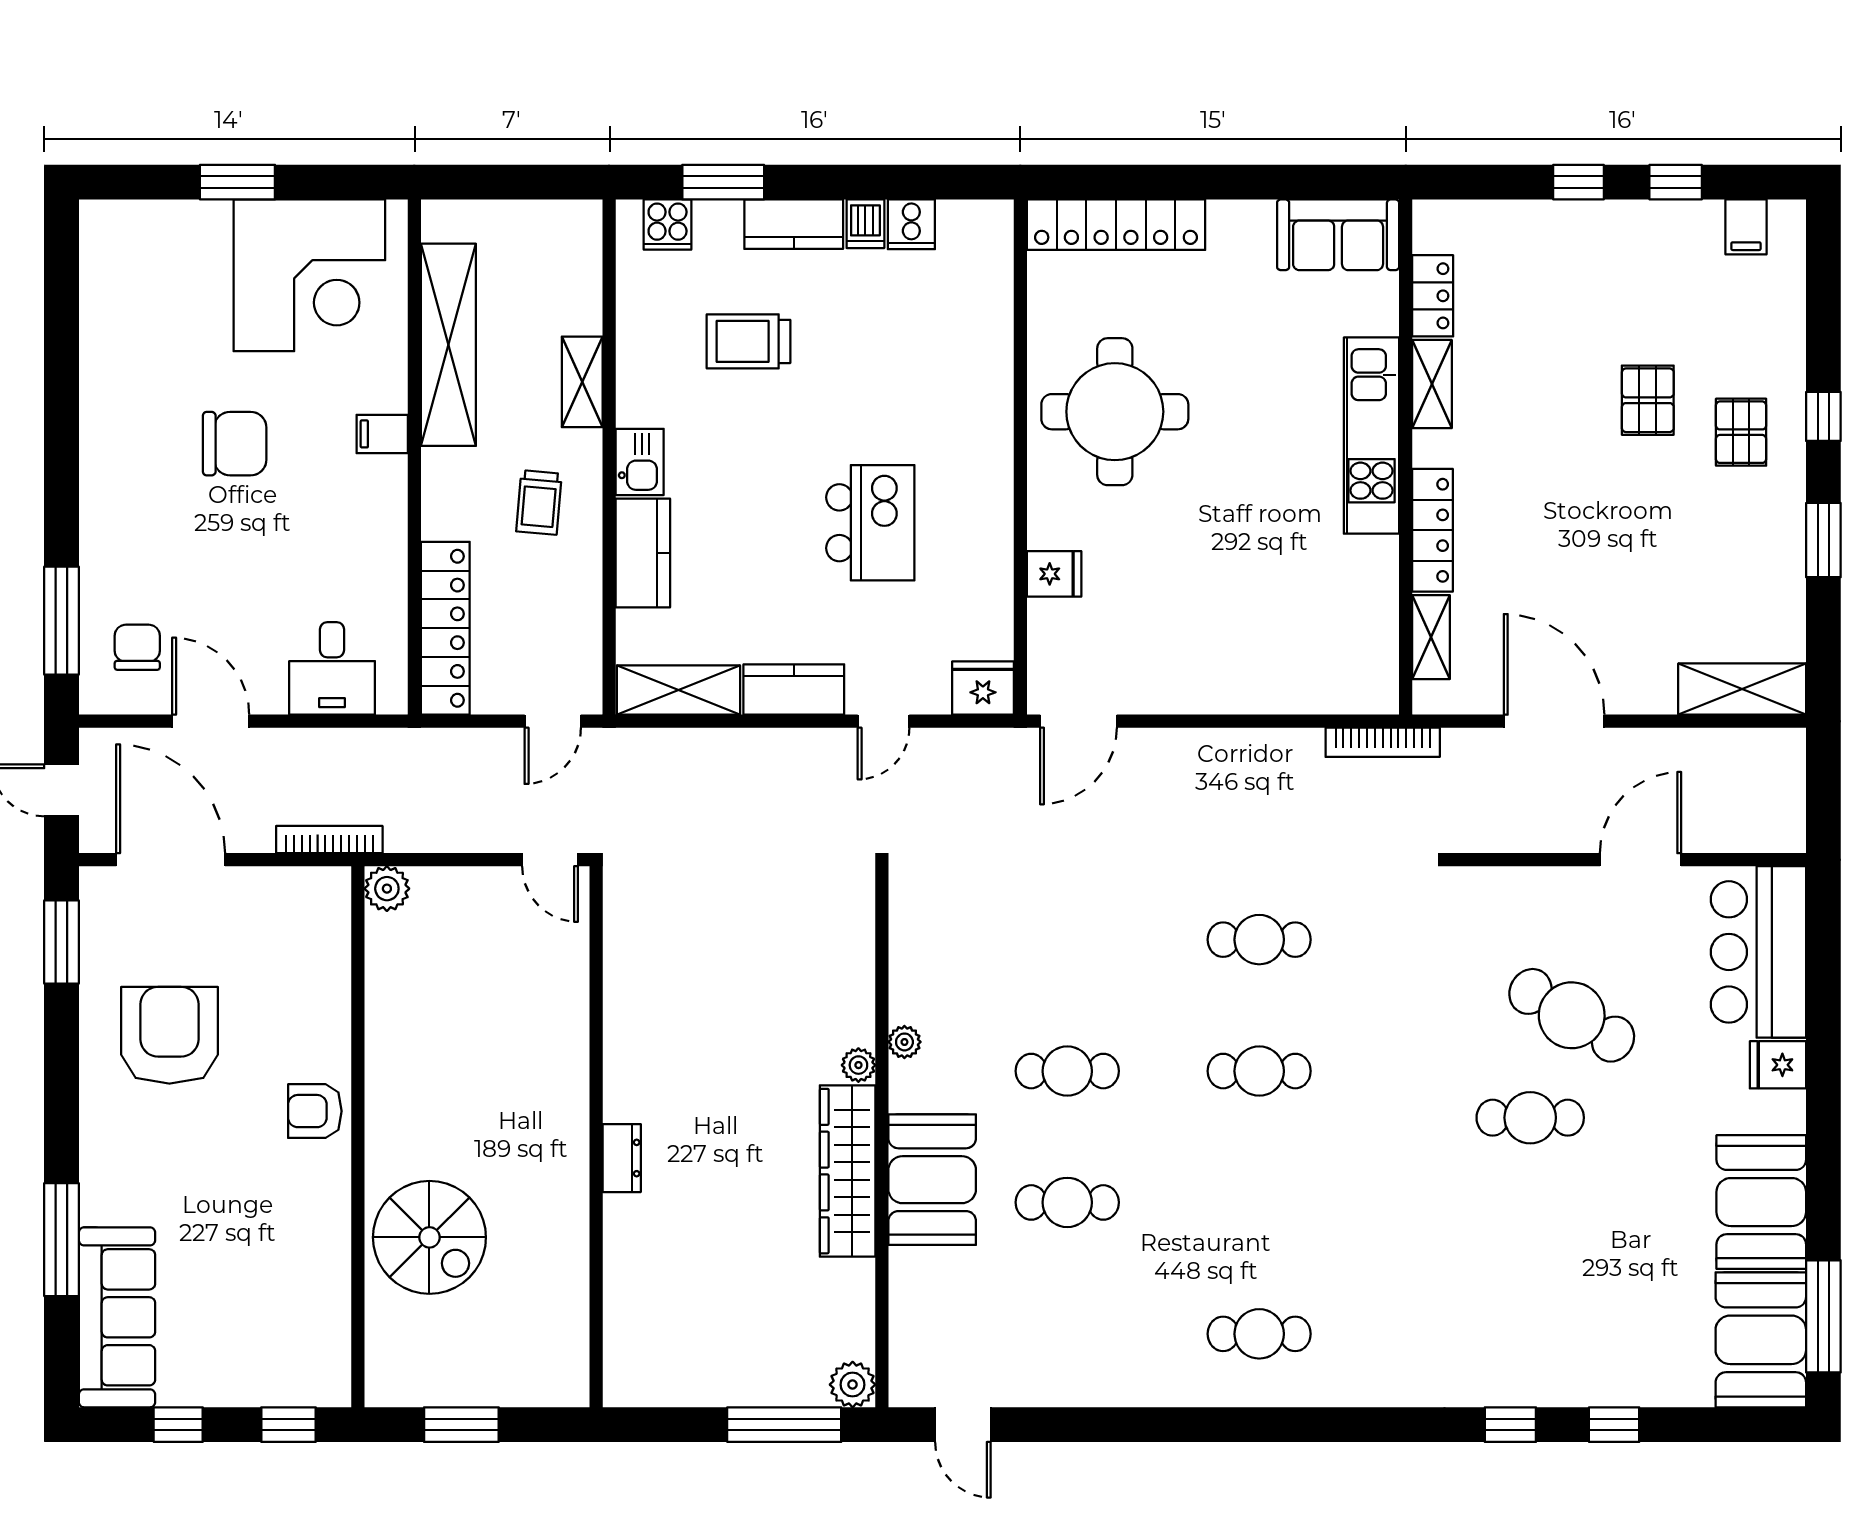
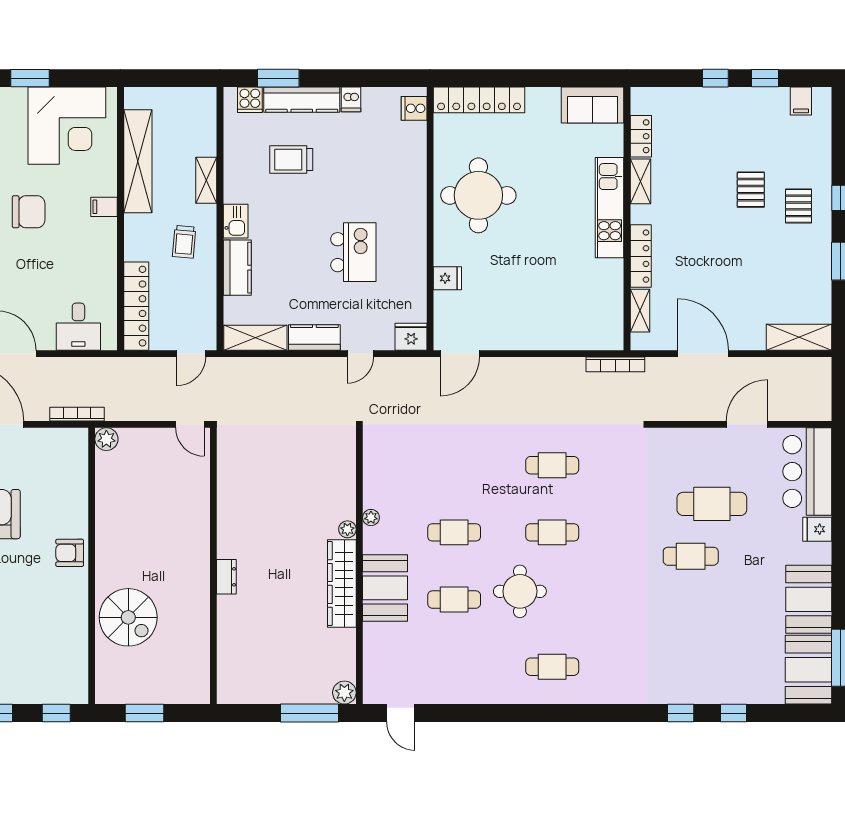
kitchen counter: (794, 224) -> (302, 100), width x1.50
cooker: (911, 224) -> (414, 108), moved, turned 90
cafe table: (1572, 1015) -> (712, 504), turned -30
round table: (1196, 1187) -> (520, 591), added

